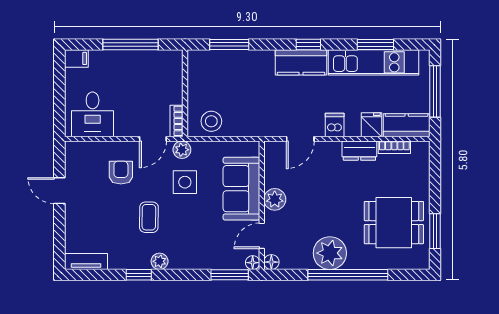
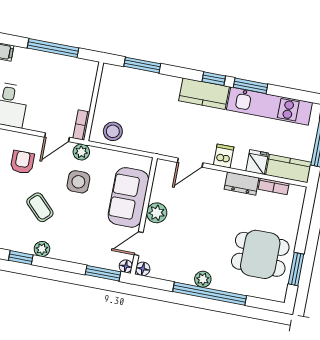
window: (375, 44) -> (251, 86), moved
coffee table: (149, 217) -> (40, 207), turned -46
plant: (330, 253) -> (203, 279), width x0.53, depth x0.53

